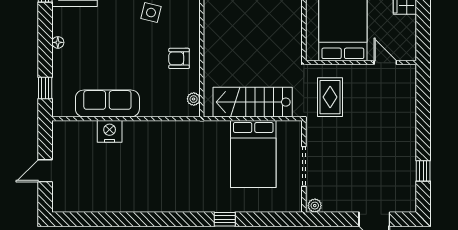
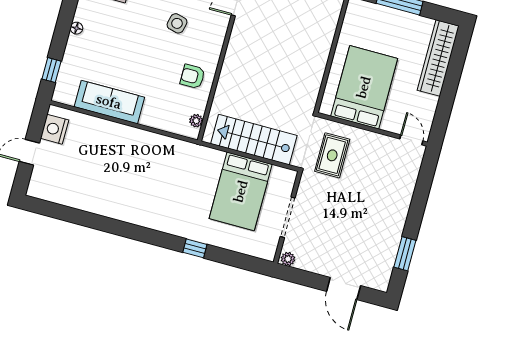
door: (385, 63) -> (411, 140), moved
nightstand: (110, 131) -> (55, 129), moved, turned -90
window: (423, 171) -> (405, 254), width x1.50

